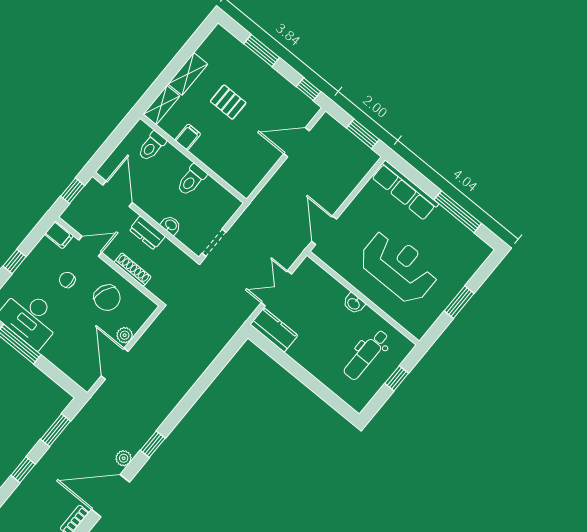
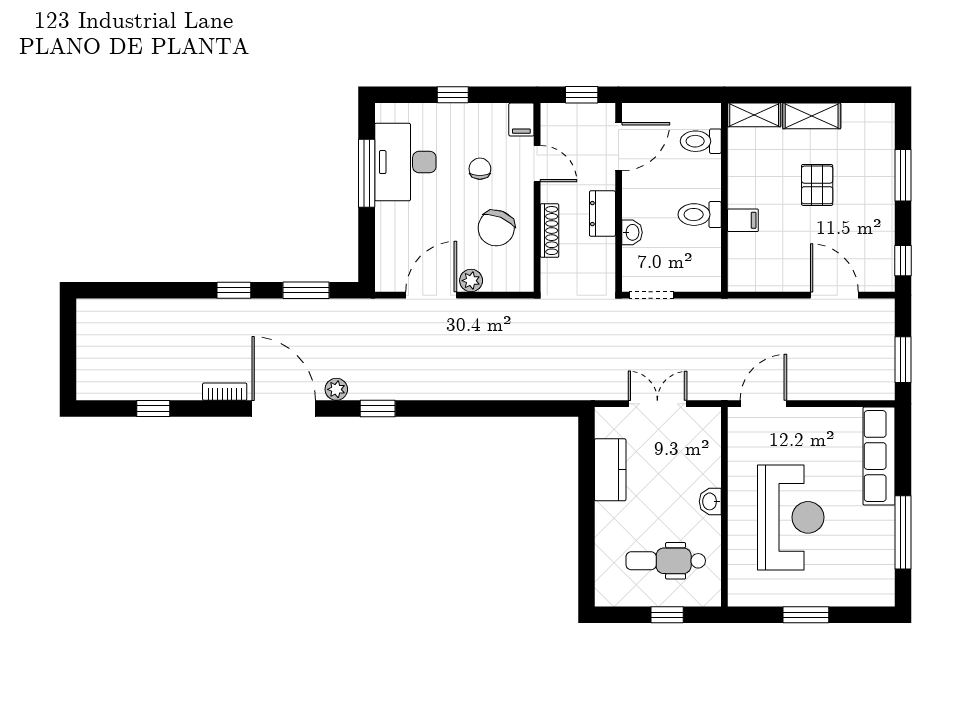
filing cabinet: (188, 137) -> (743, 220), moved
kitchen counter: (274, 330) -> (610, 470), moved

